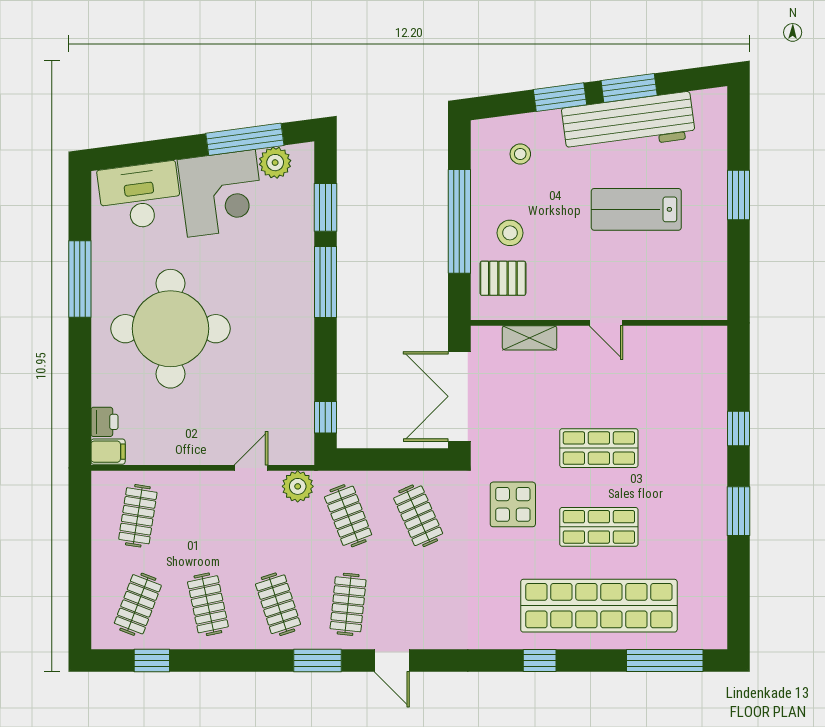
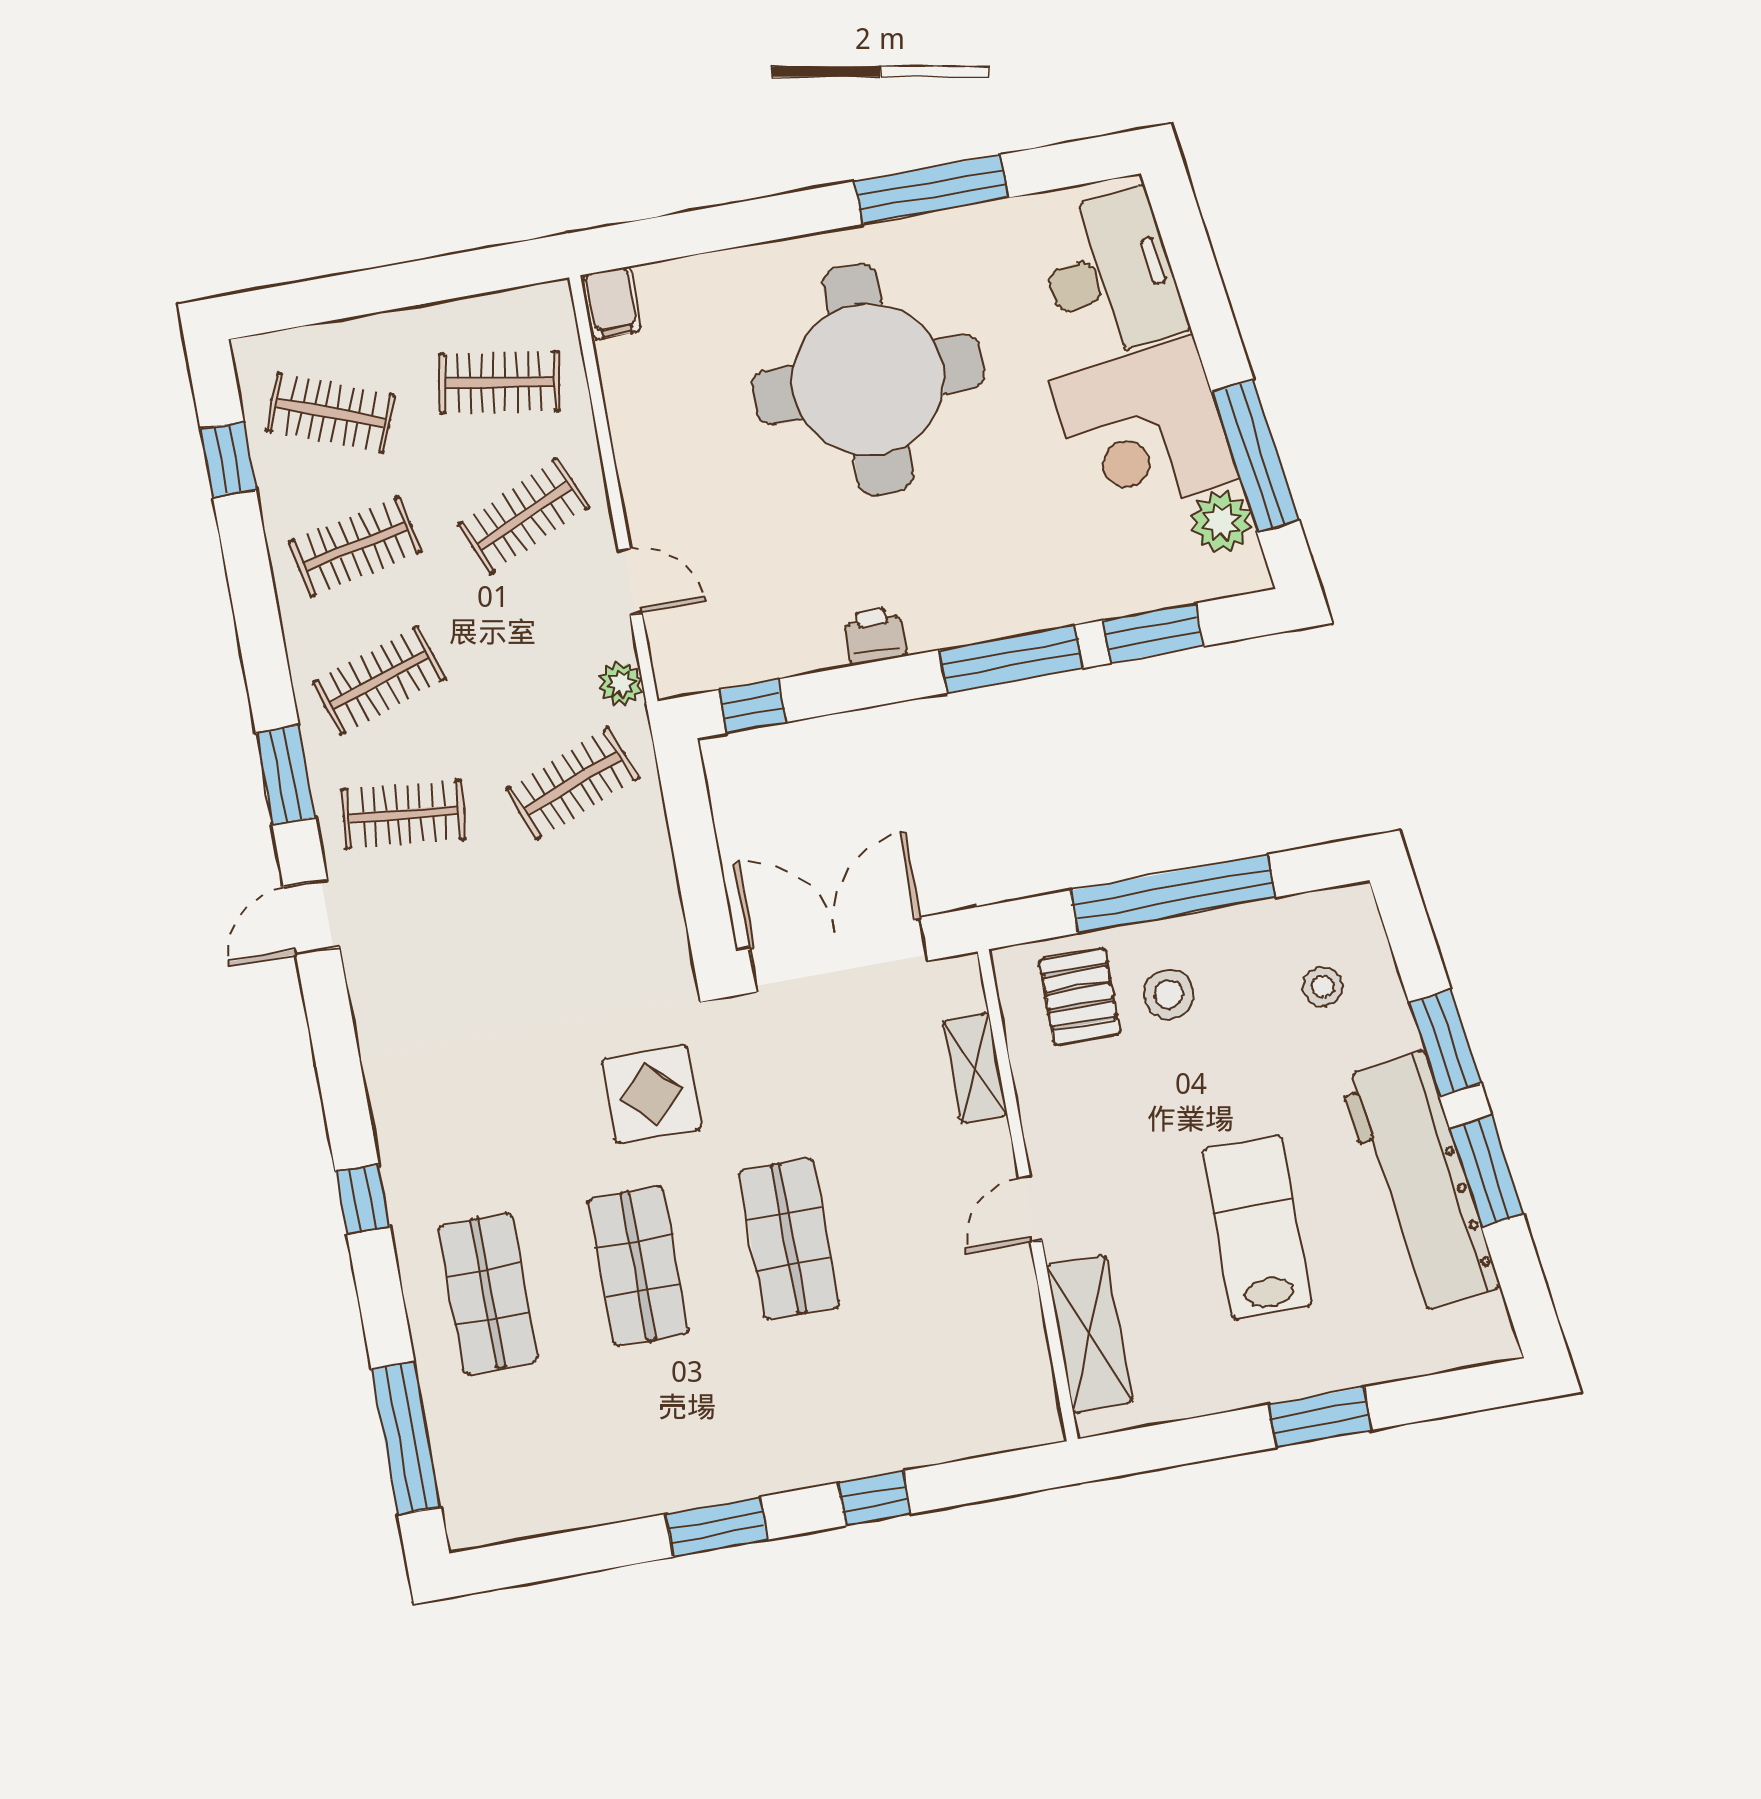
shelving: (675, 304) -> (1089, 1334), added
printer: (104, 422) -> (875, 635), moved, turned 180
plant: (298, 486) -> (621, 684), width x0.73, depth x0.73
clothes rail: (418, 516) -> (524, 516), moved
shop shelf: (599, 606) -> (488, 1293), width x0.50, depth x0.74

